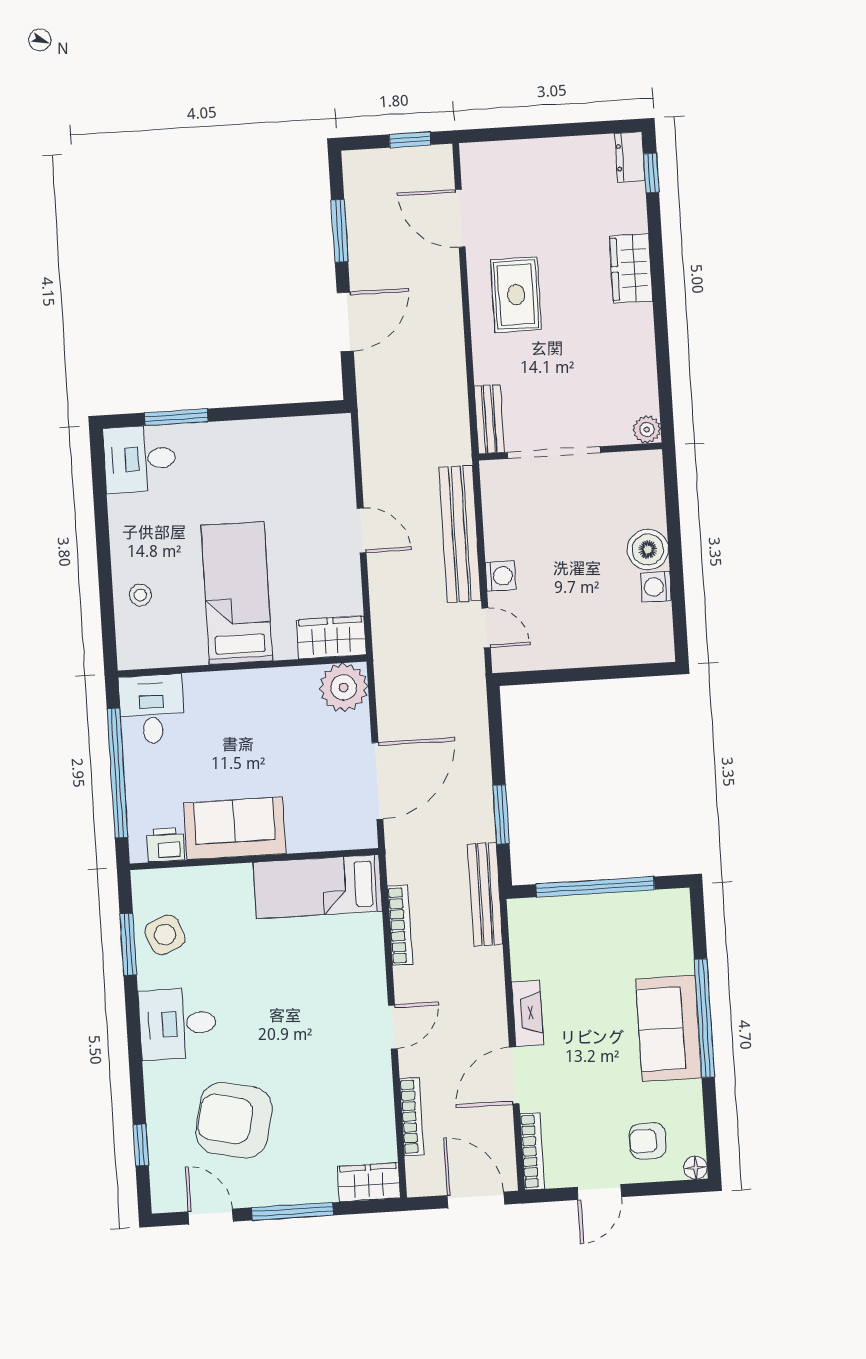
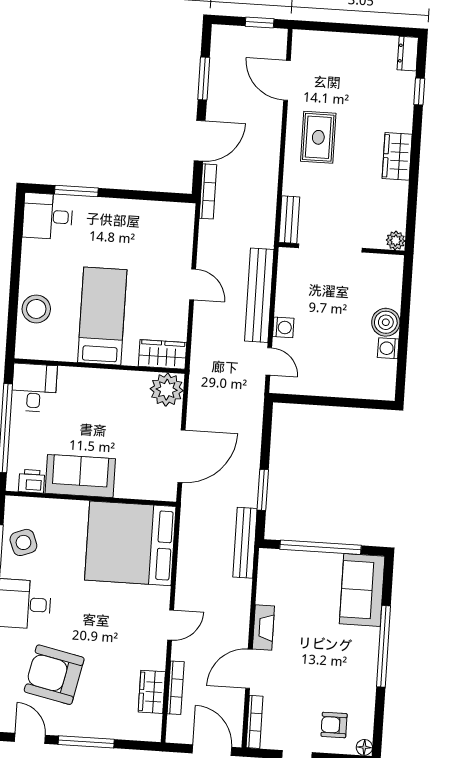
window: (651, 173) -> (419, 91), moved
wardrobe: (631, 268) -> (397, 156), moved
stool: (140, 595) -> (36, 309), width x1.89, depth x1.89
bed: (318, 887) -> (130, 543), width x2.04
bookcase: (400, 925) -> (208, 191), moved
sofa: (669, 1028) -> (362, 590), moved
wardrobe: (369, 1182) -> (152, 692), moved, turned -90

